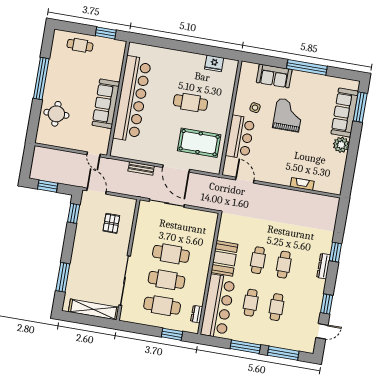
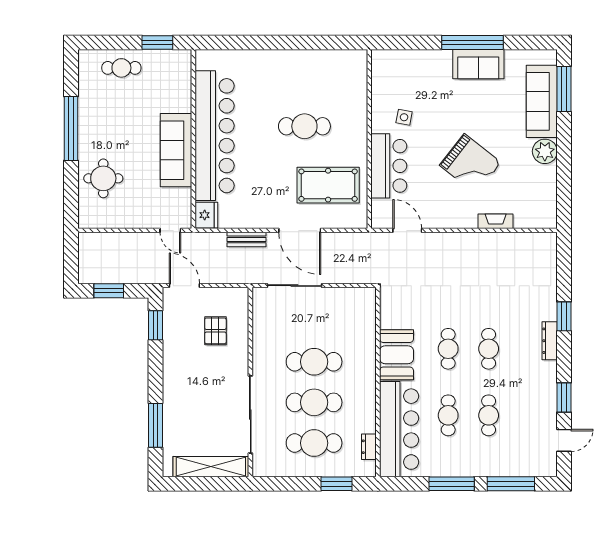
fridge: (214, 63) -> (206, 215), moved, turned -90
sofa: (274, 76) -> (478, 64), moved
grand piano: (288, 115) -> (470, 164), moved, turned 128

